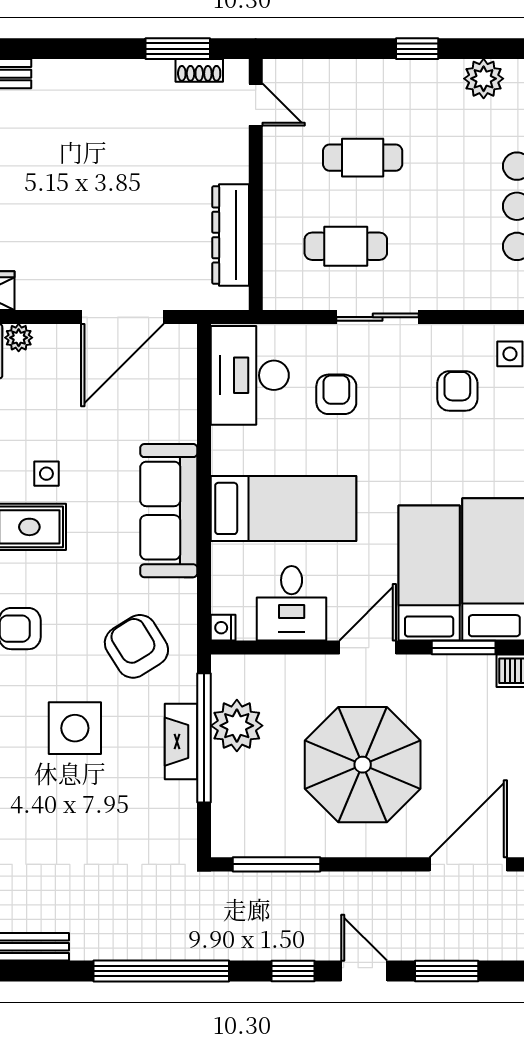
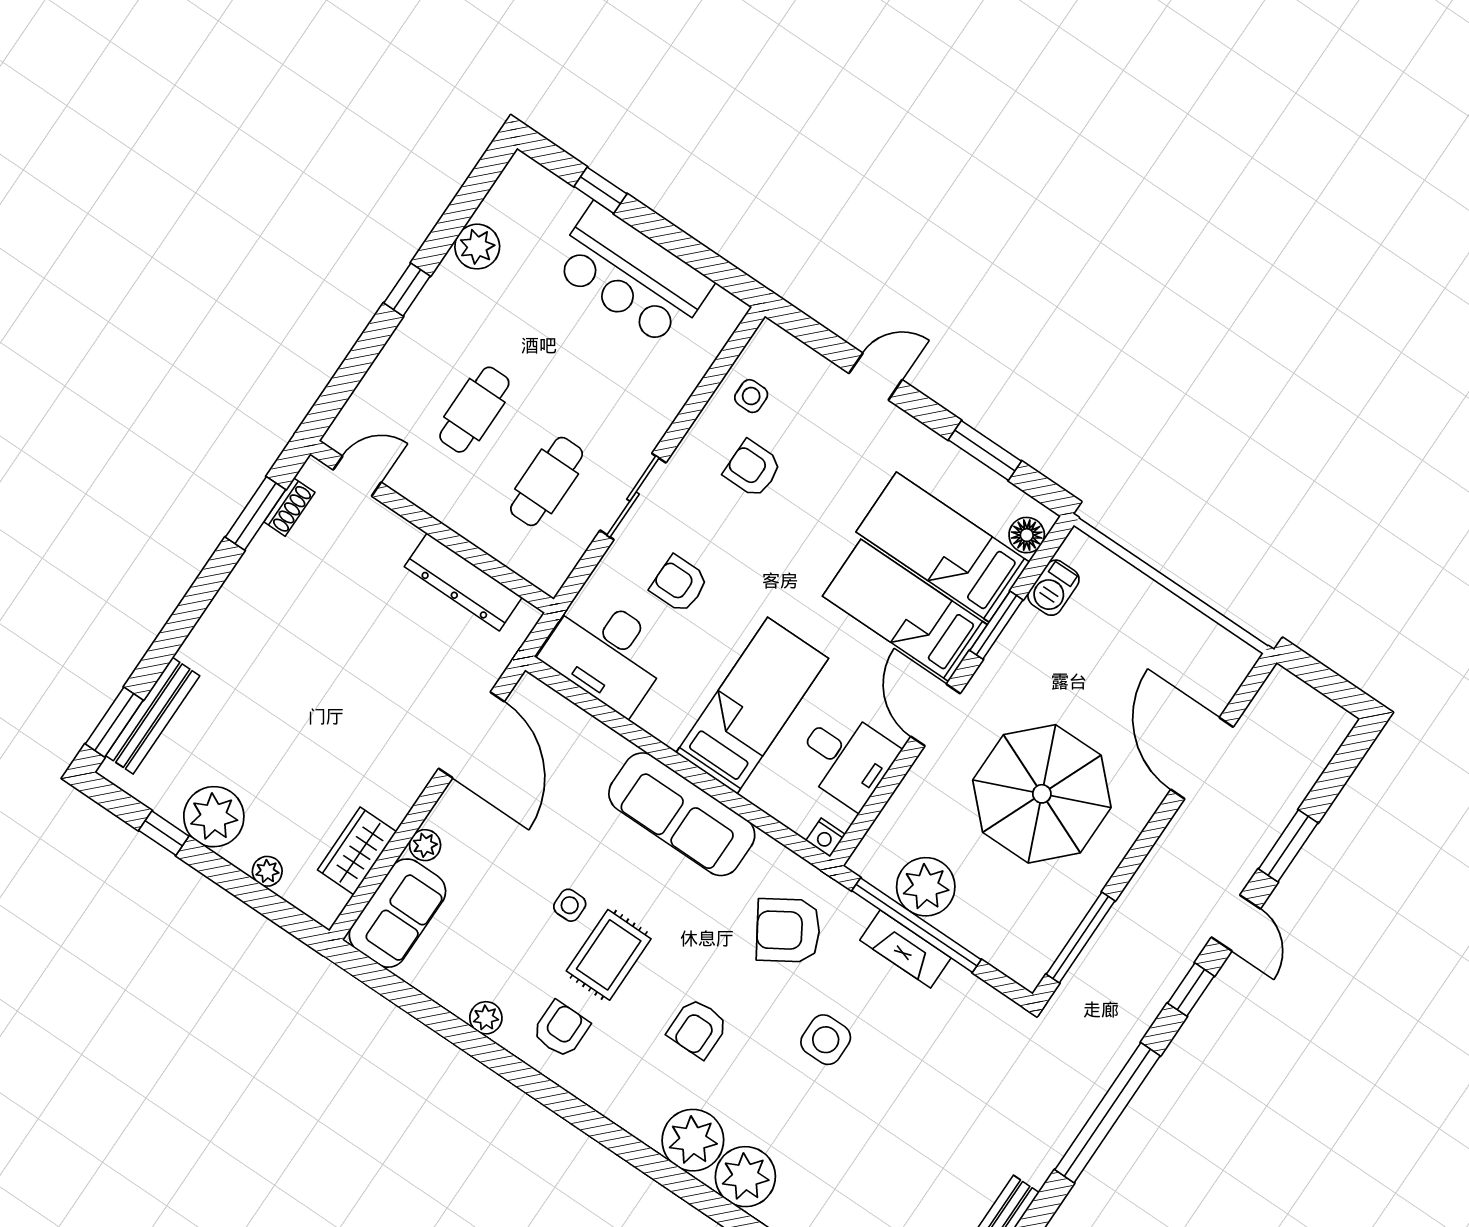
side table: (75, 728) -> (826, 1040), width x0.73, depth x0.73
door: (364, 971) -> (1236, 923), swing flipped

